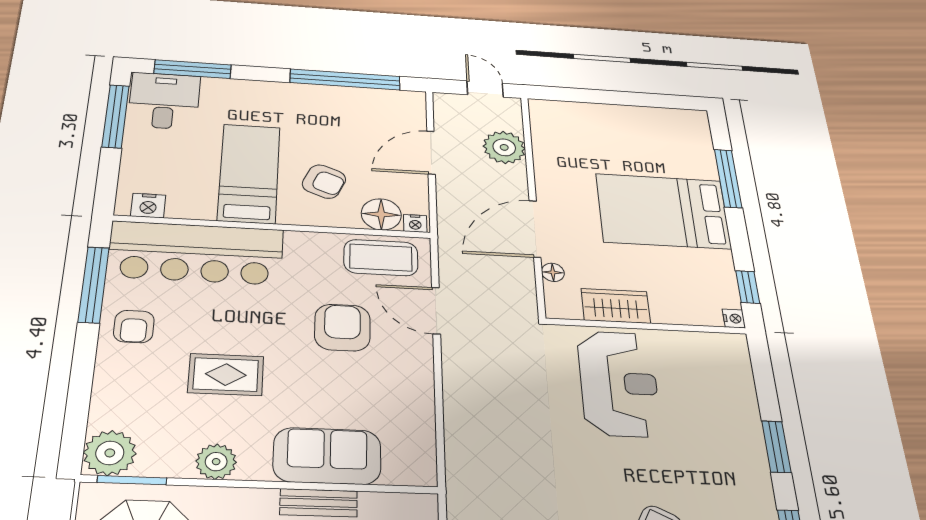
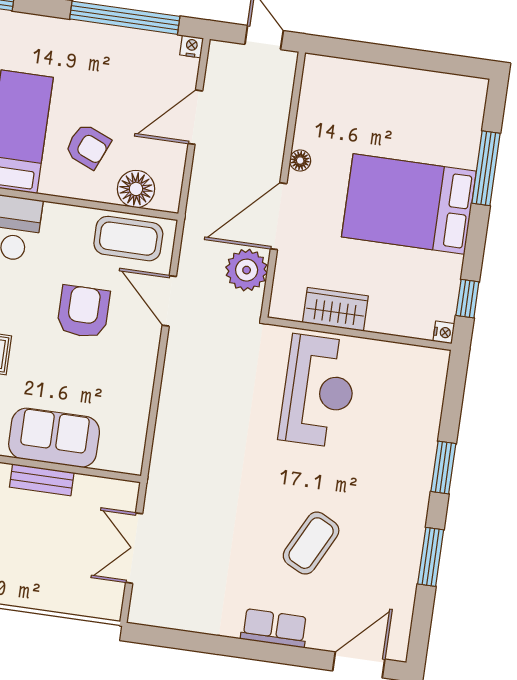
plant: (504, 147) -> (247, 270), moved
nightstand: (415, 223) -> (192, 46), moved, turned 180
floor lamp: (553, 272) -> (300, 161), moved

